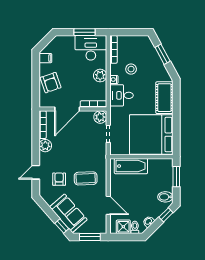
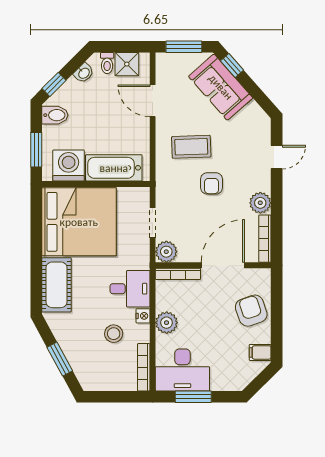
washing machine: (157, 167) -> (69, 165), added
armchair: (59, 179) -> (211, 183), moved

